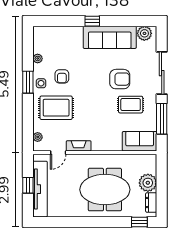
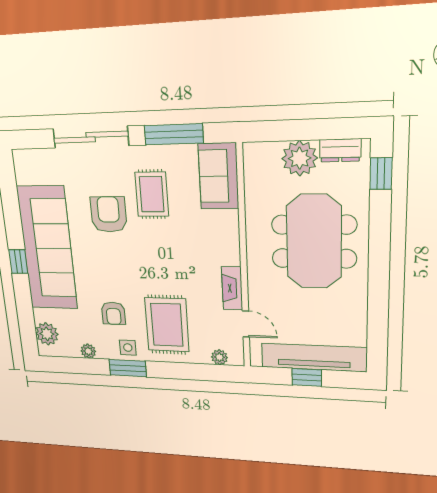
plant: (144, 33) -> (47, 334), moved
sofa: (110, 37) -> (47, 248), width x1.36, depth x1.27
armchair: (62, 76) -> (113, 313), turned 90

